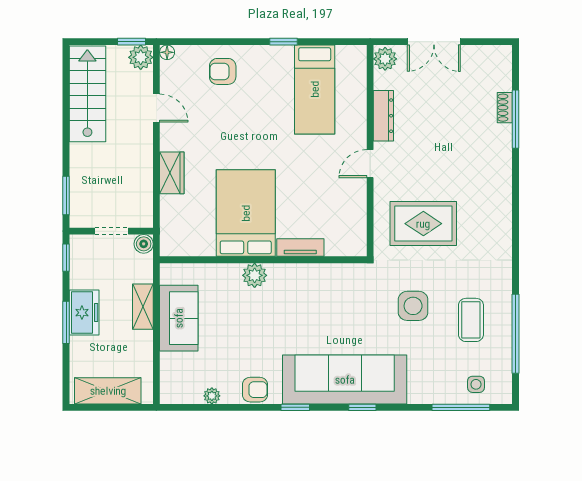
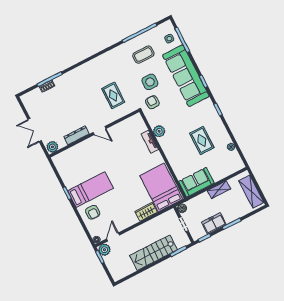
double door: (434, 42) -> (35, 130), swing flipped
bed: (315, 89) -> (91, 189), moved
stairs: (87, 94) -> (154, 253), moved
door: (156, 108) -> (113, 237), moved
bed: (246, 213) -> (161, 187), moved, turned 90
rug: (423, 224) -> (113, 95), width x0.73, depth x0.70
plant: (255, 275) -> (159, 131), moved
shelving: (143, 307) -> (219, 190), moved
freezer: (84, 313) -> (214, 223), moved
sofa: (179, 318) -> (196, 182), moved
rug: (252, 347) -> (202, 140), added
sofa: (345, 380) -> (186, 76), moved
armchair: (255, 390) -> (152, 102), moved

